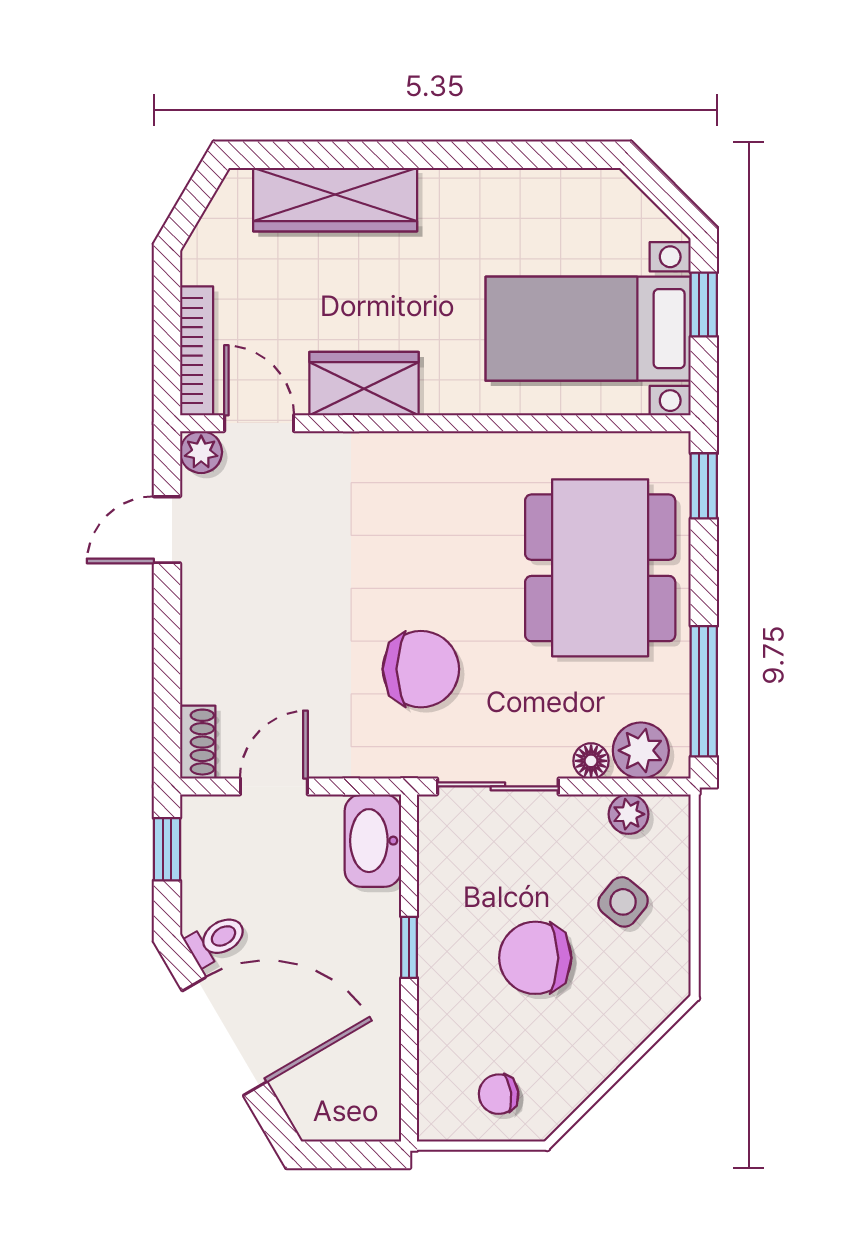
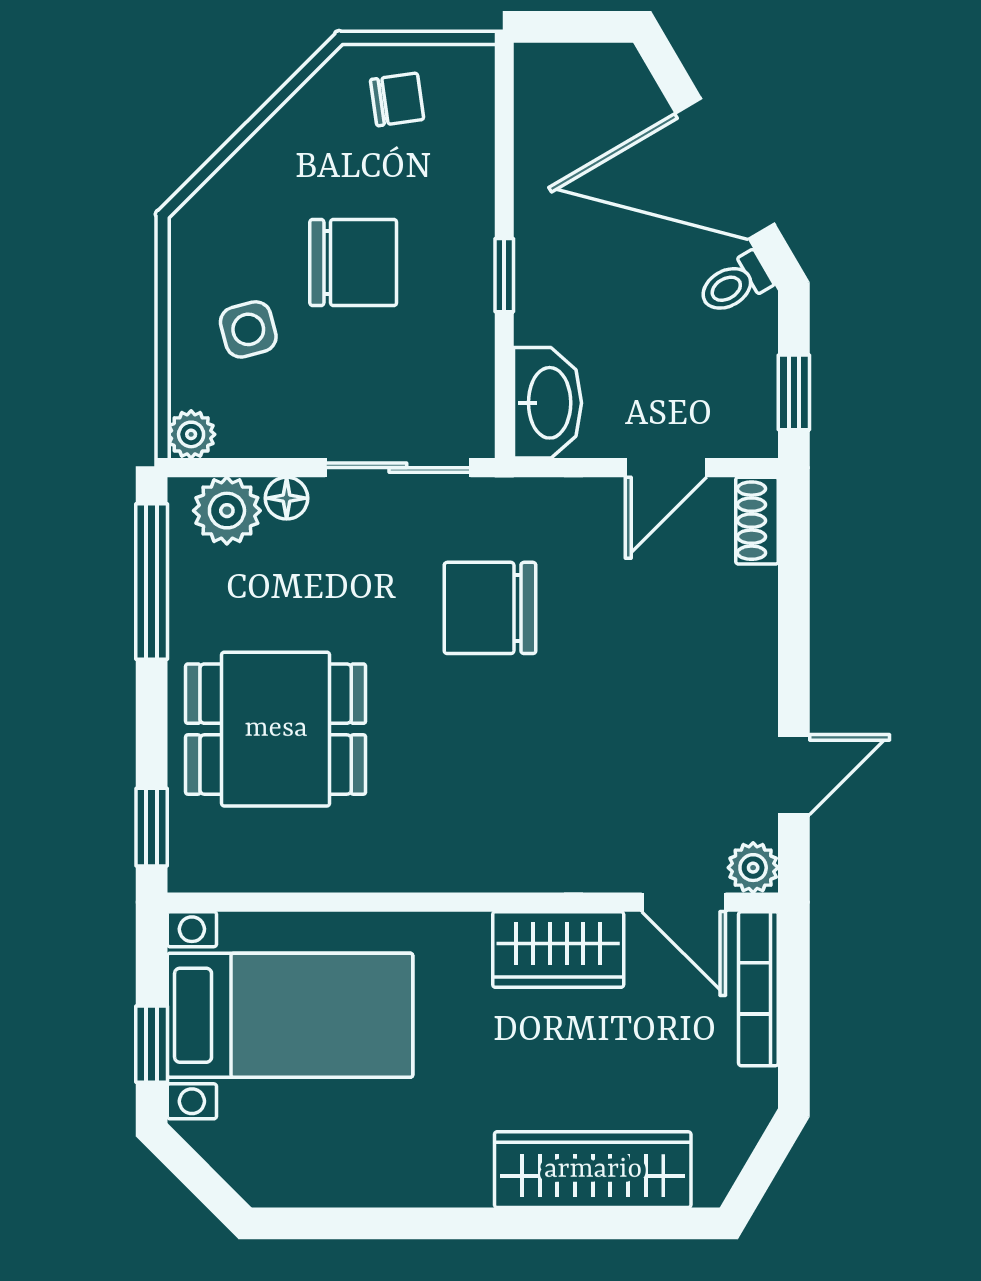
dining table: (600, 568) -> (276, 729), width x0.73
plant: (629, 814) -> (191, 434), moved
side table: (623, 902) -> (248, 329), turned 36

